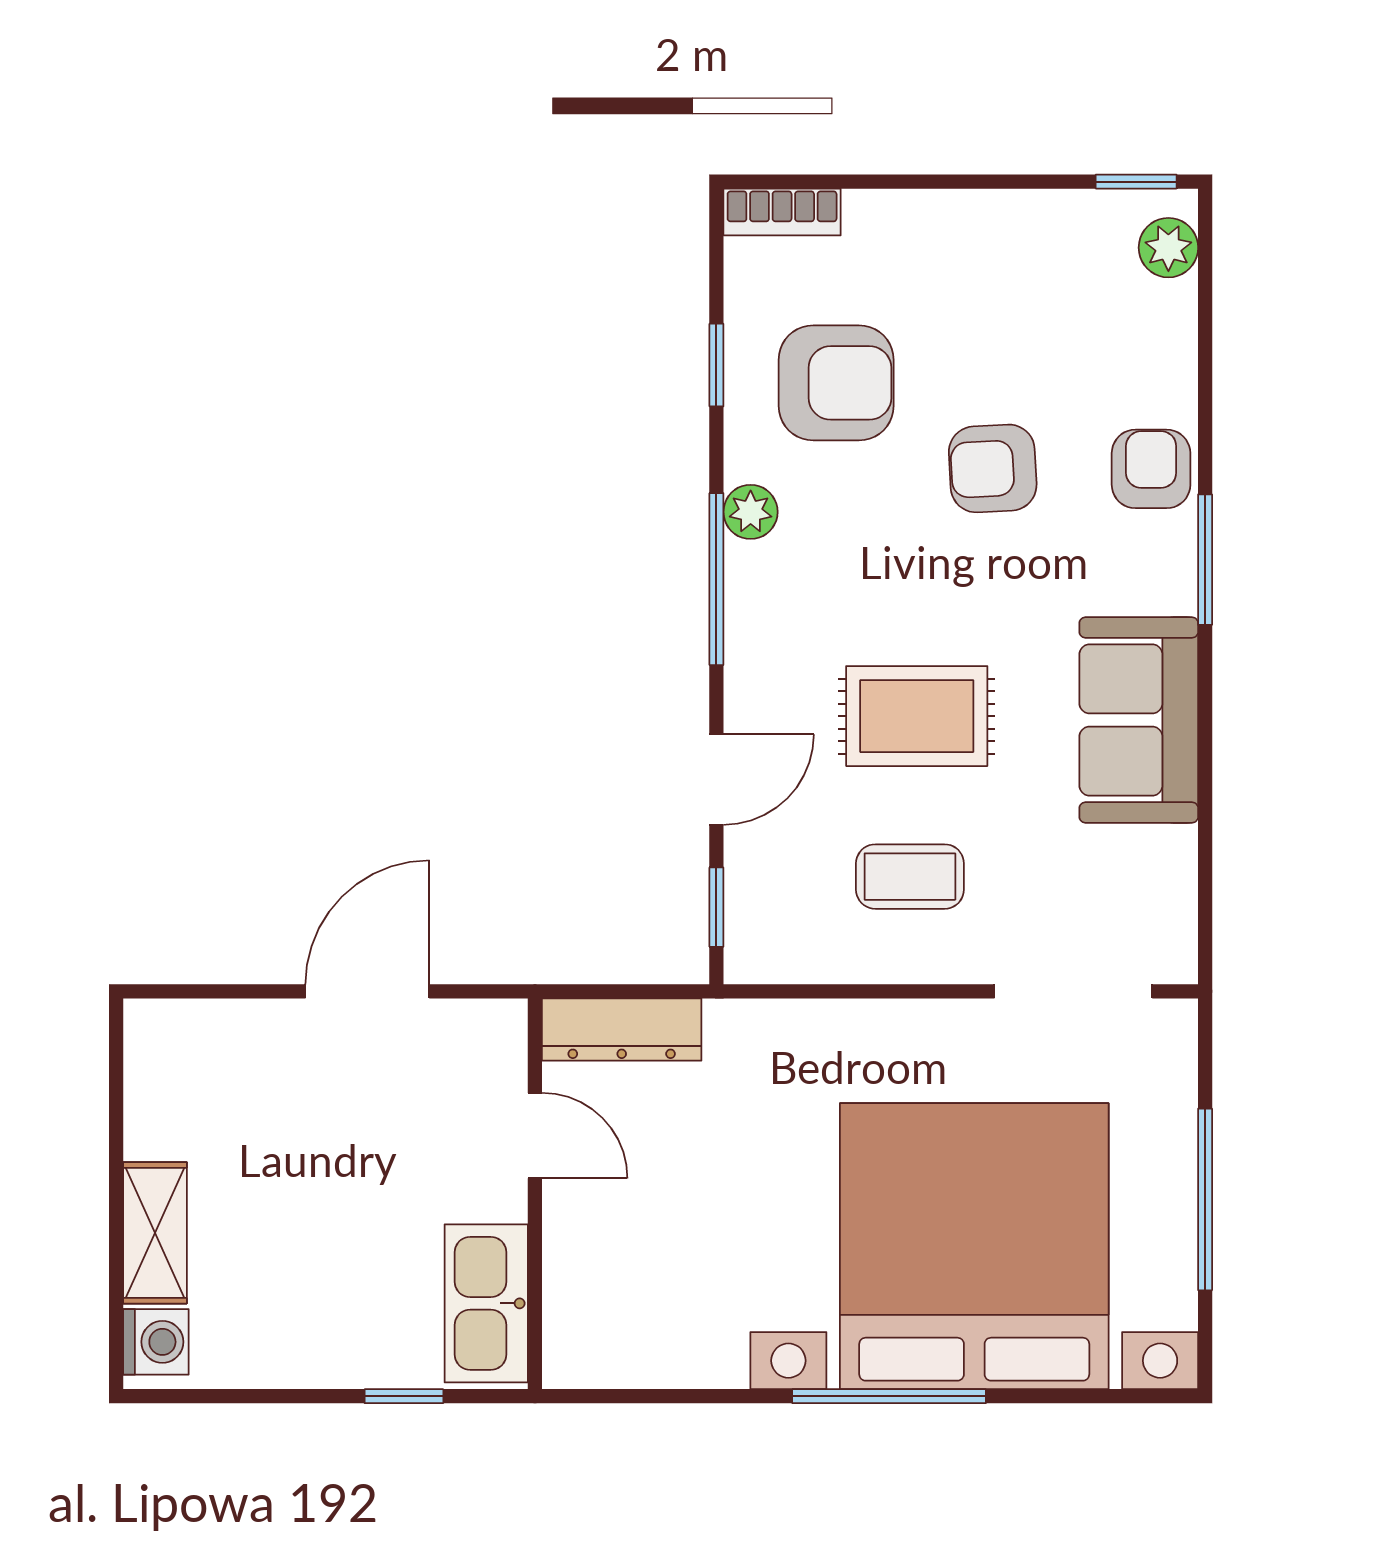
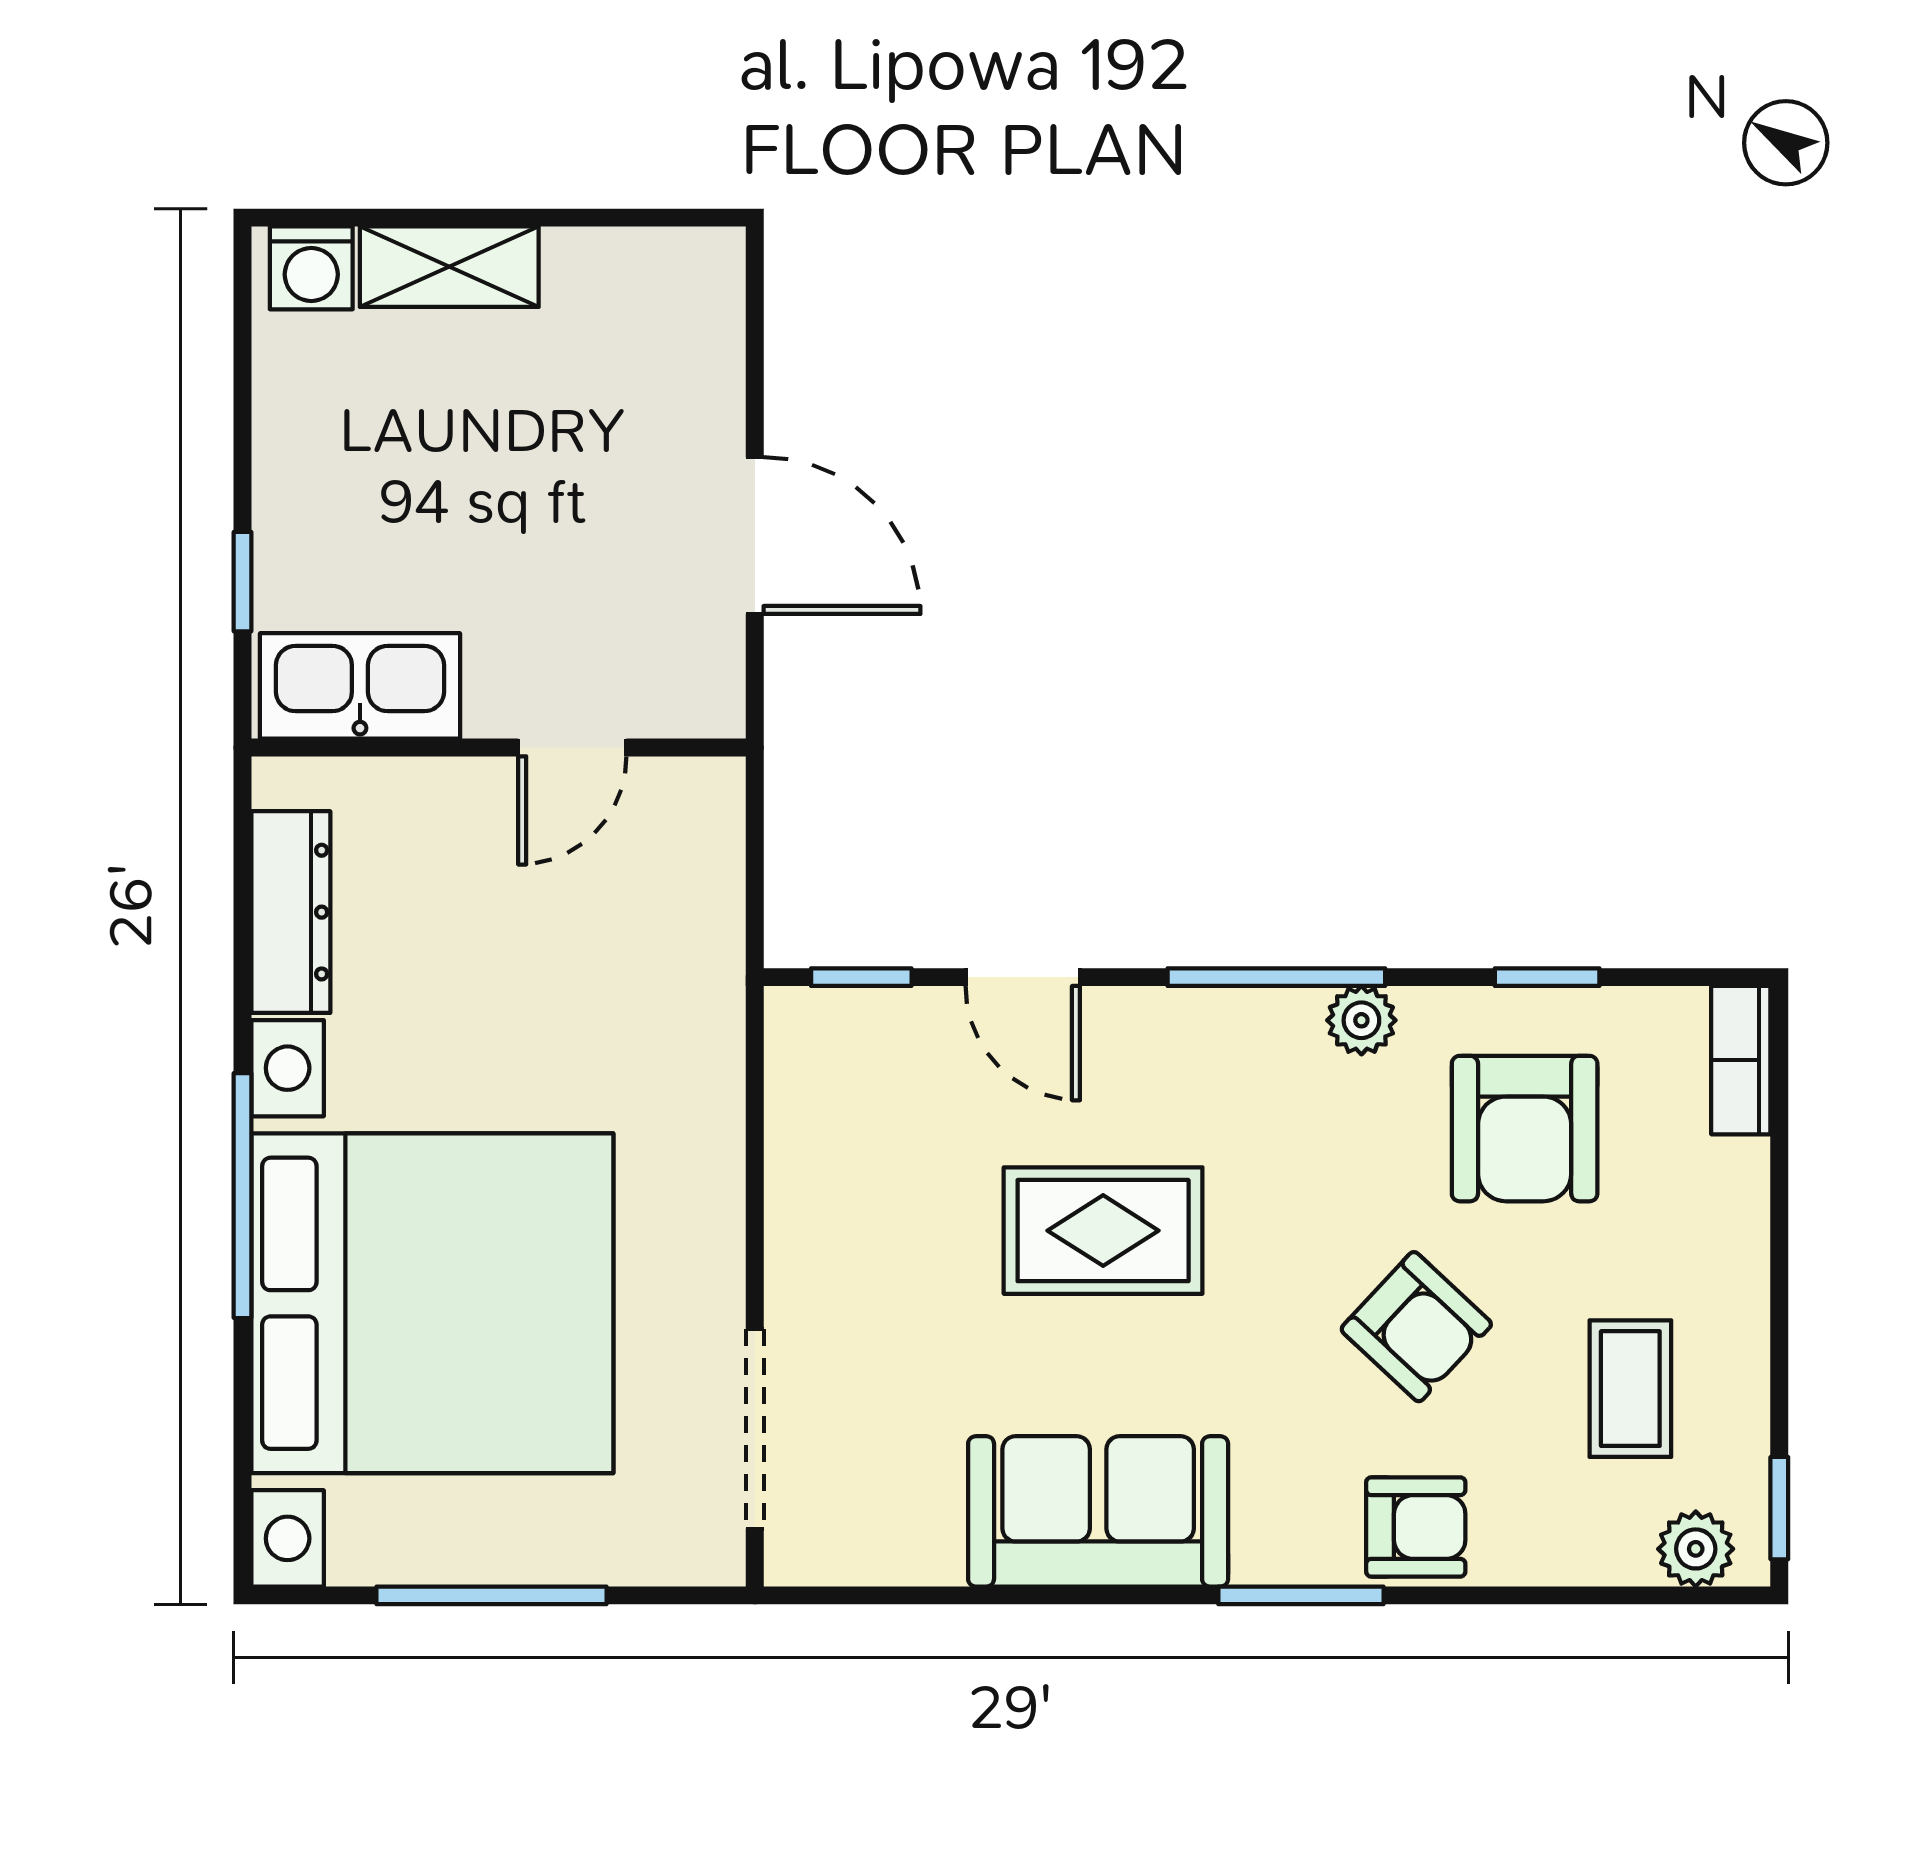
armchair: (993, 468) -> (1416, 1327), turned 136
rug: (917, 716) -> (1103, 1231), turned 90
coffee table: (910, 877) -> (1630, 1389), moved
dresser: (622, 1030) -> (291, 912), moved, turned 180

